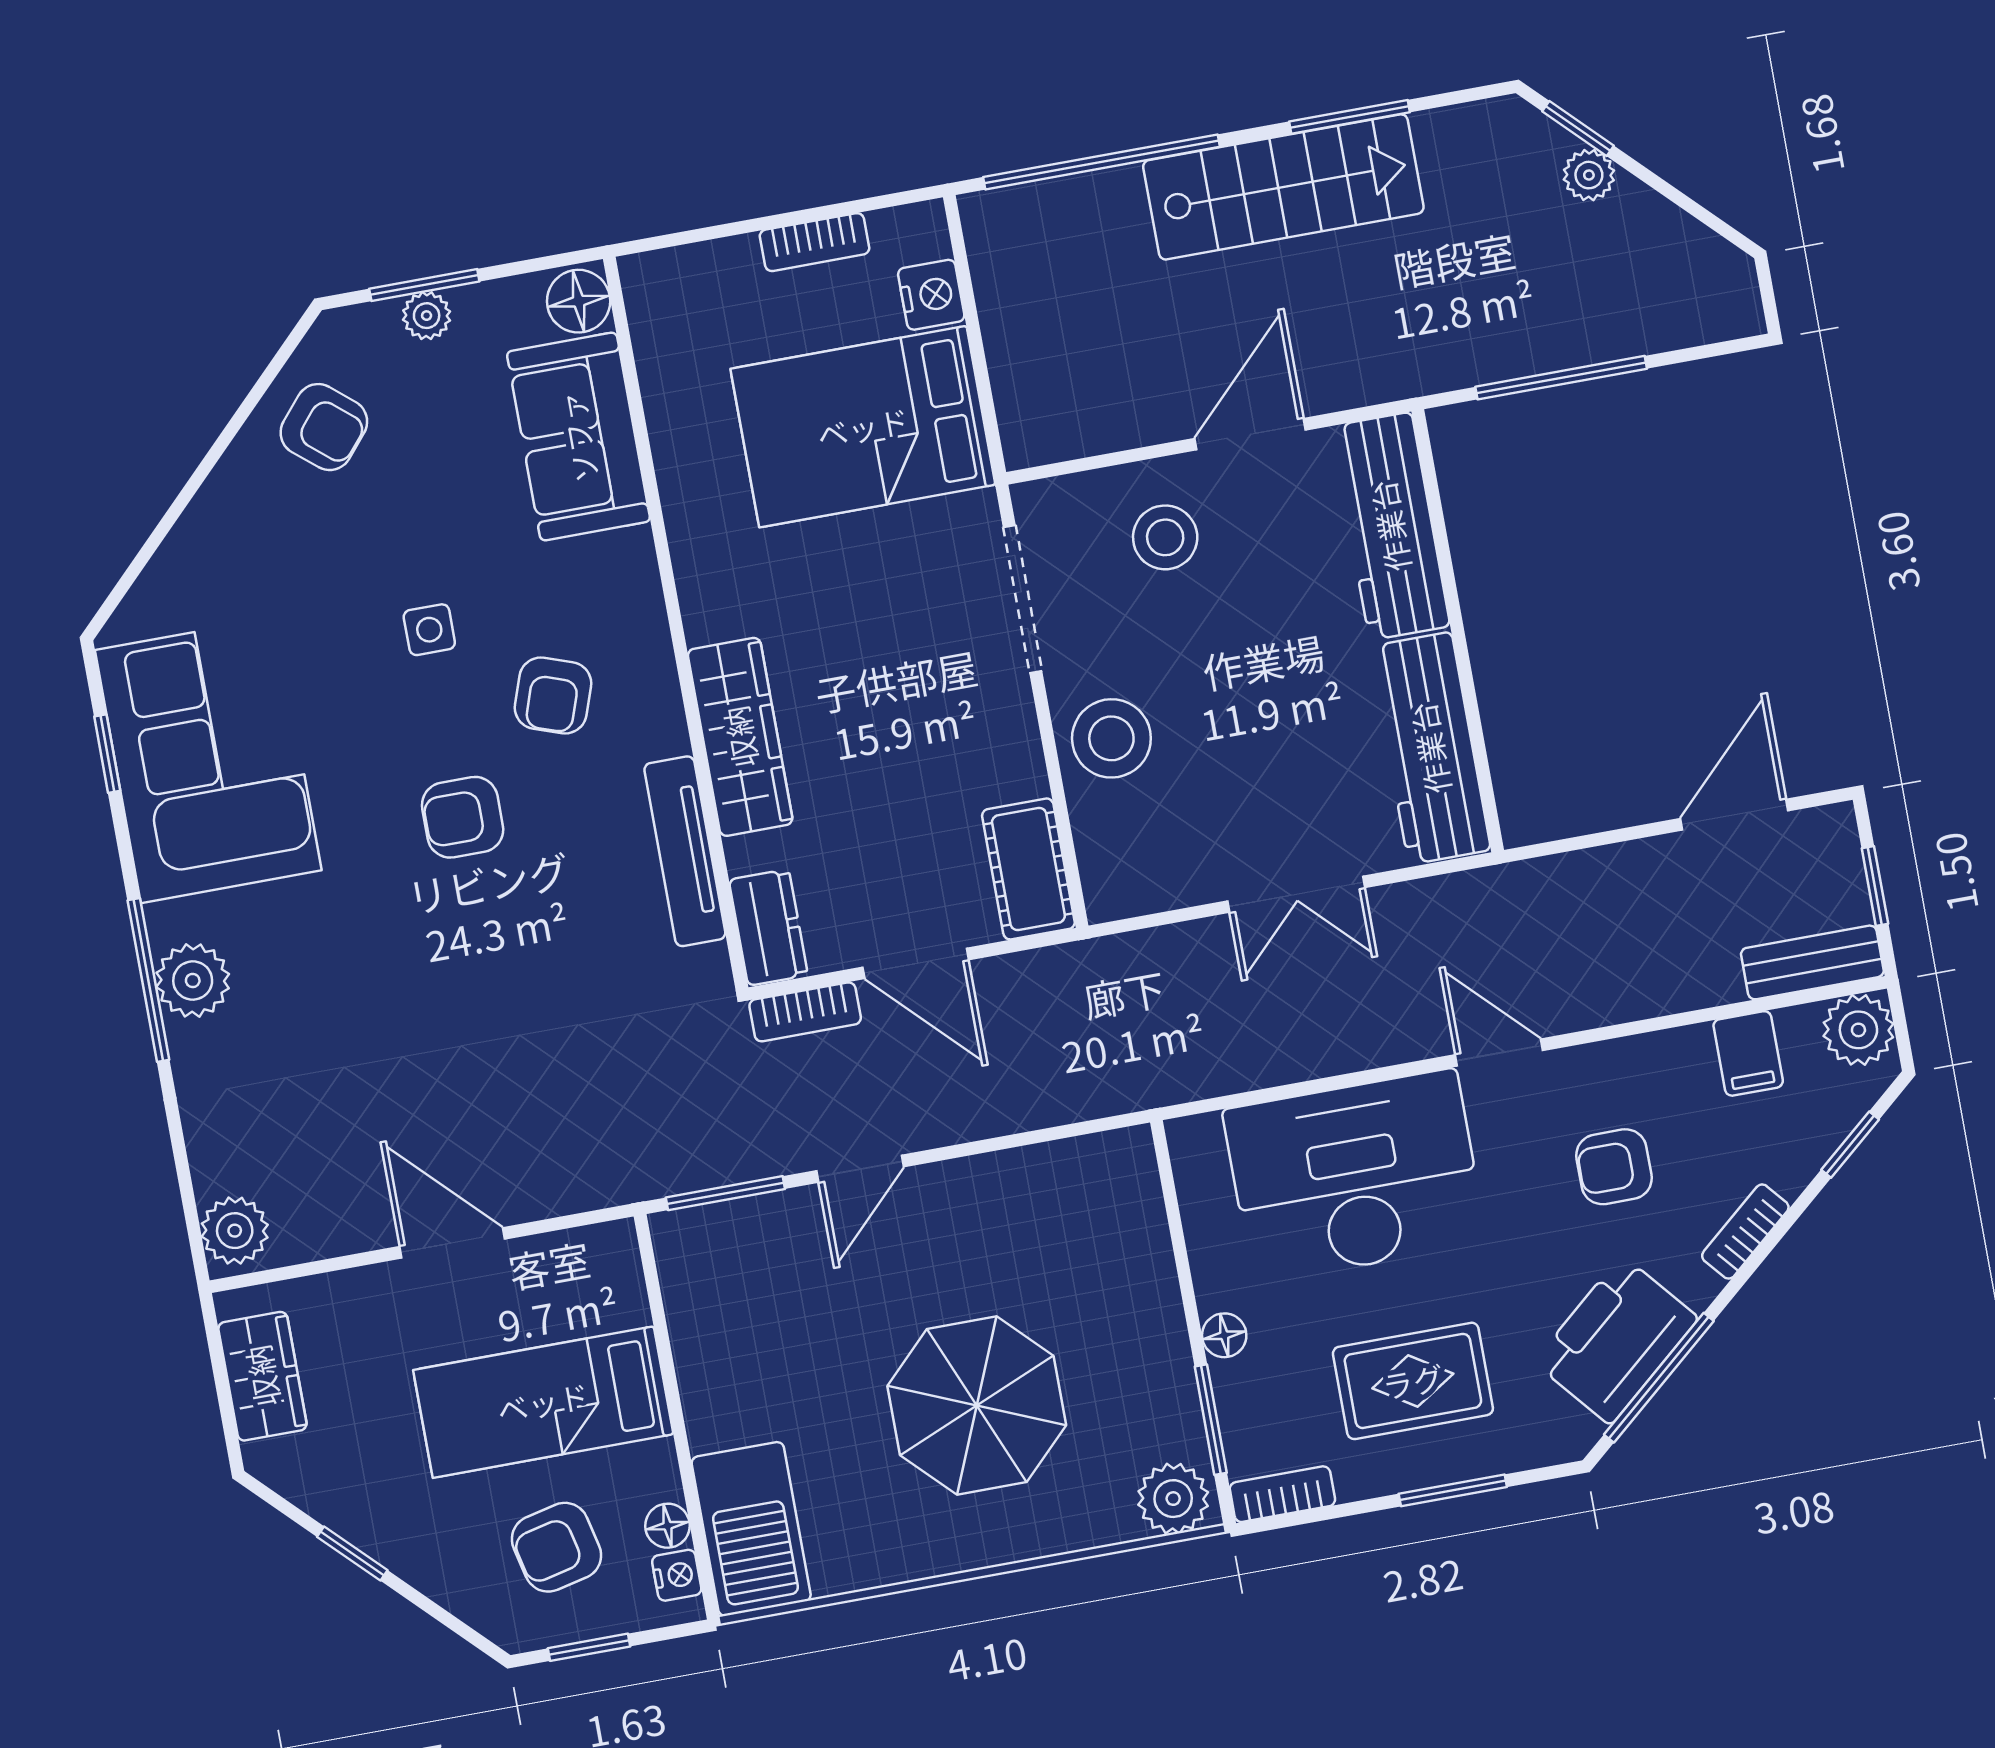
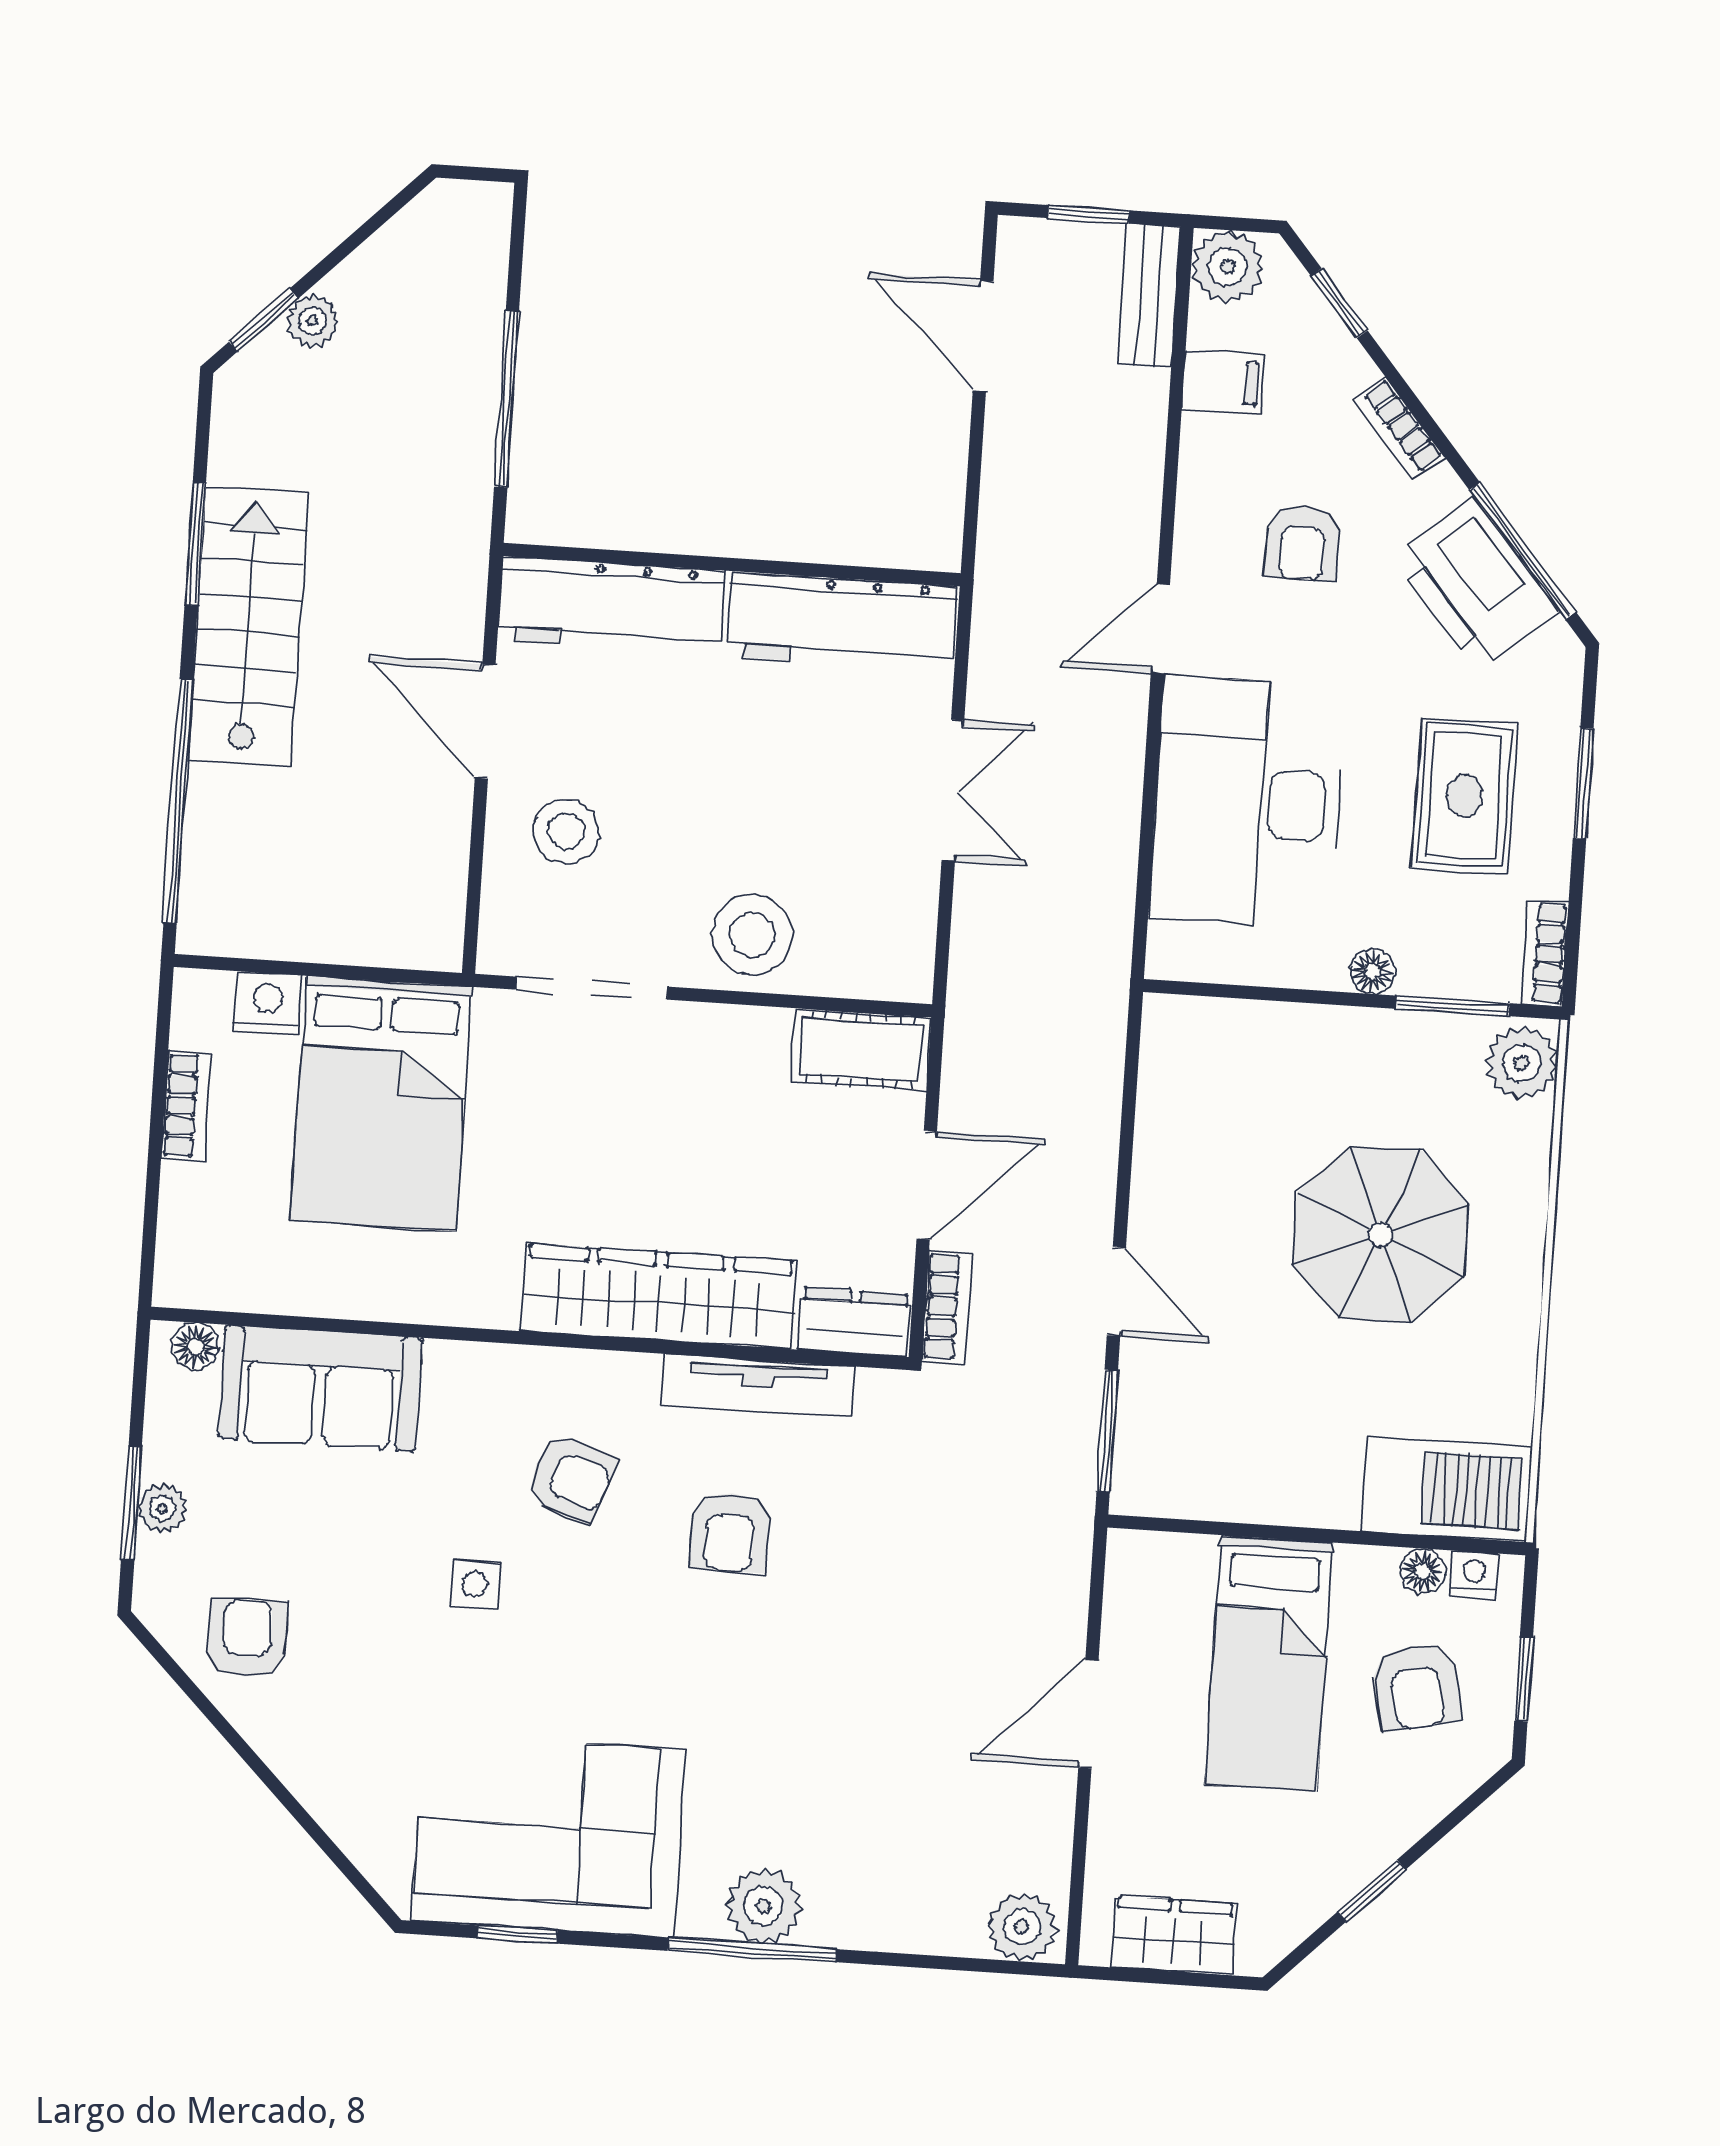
floor lamp: (579, 301) -> (195, 1346), width x0.73, depth x0.73
armchair: (324, 427) -> (247, 1638), turned -40
wardrobe: (740, 737) -> (659, 1296), width x1.40, depth x1.17
armchair: (463, 817) -> (730, 1532), moved

